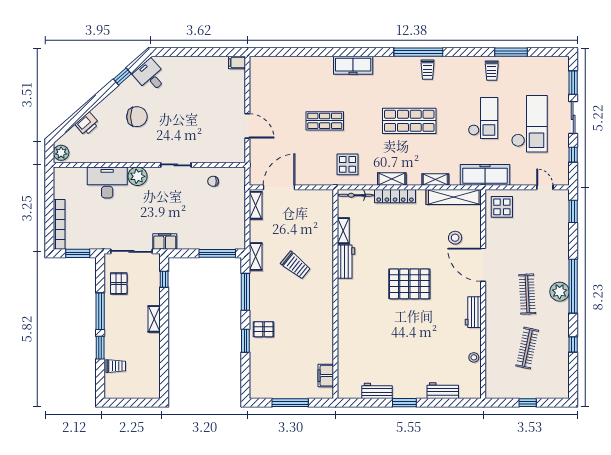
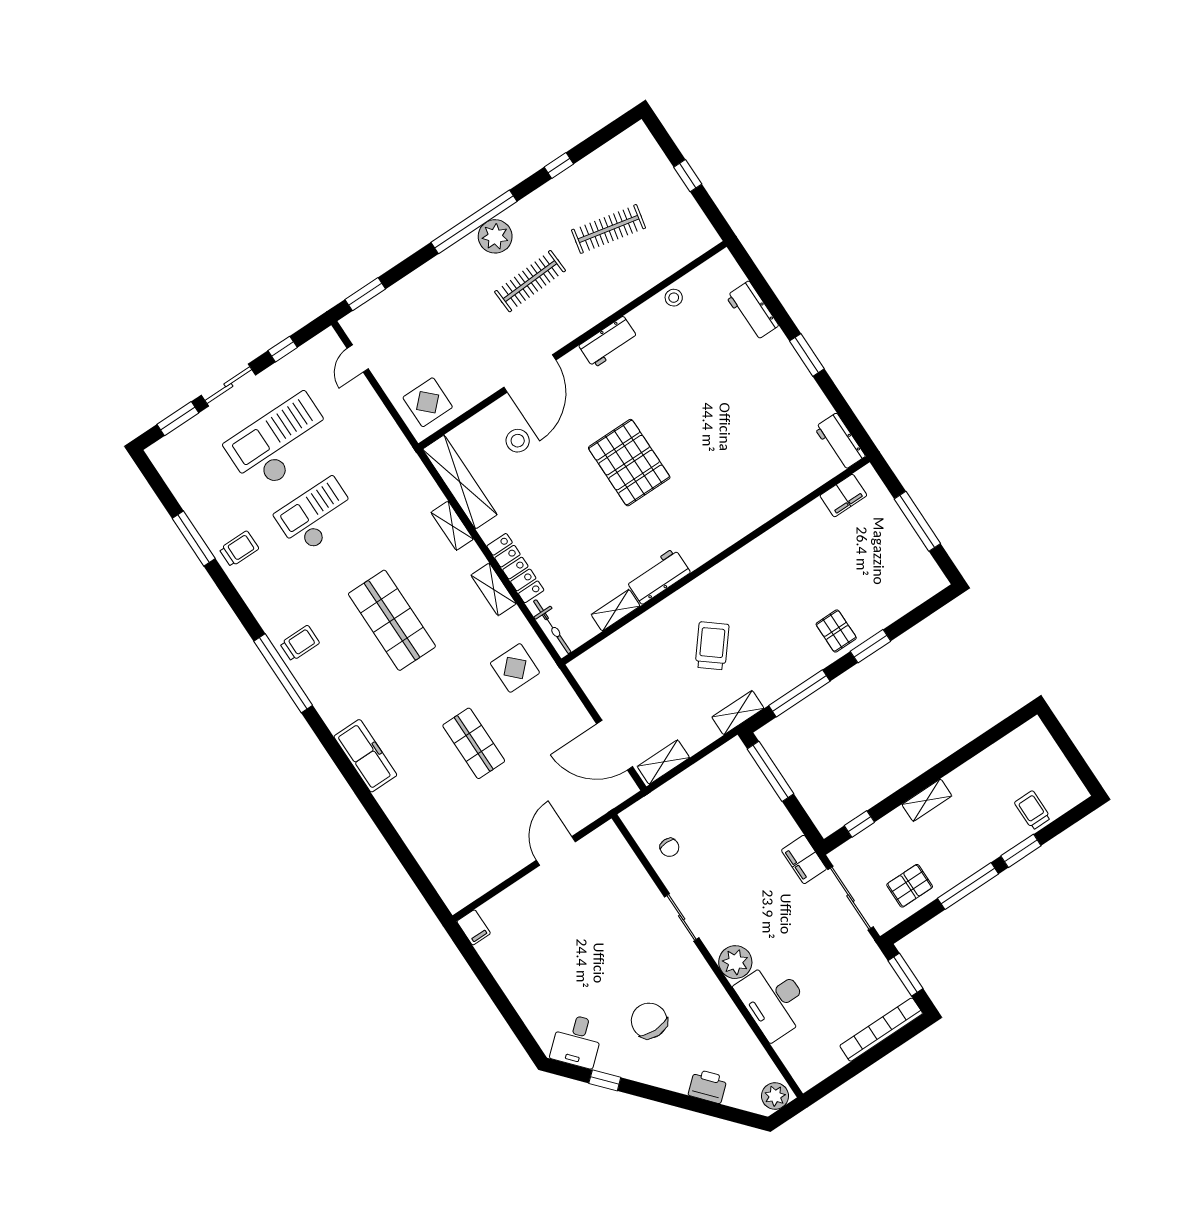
freezer: (485, 175) -> (397, 458), removed
workbench: (377, 391) -> (840, 442), moved

